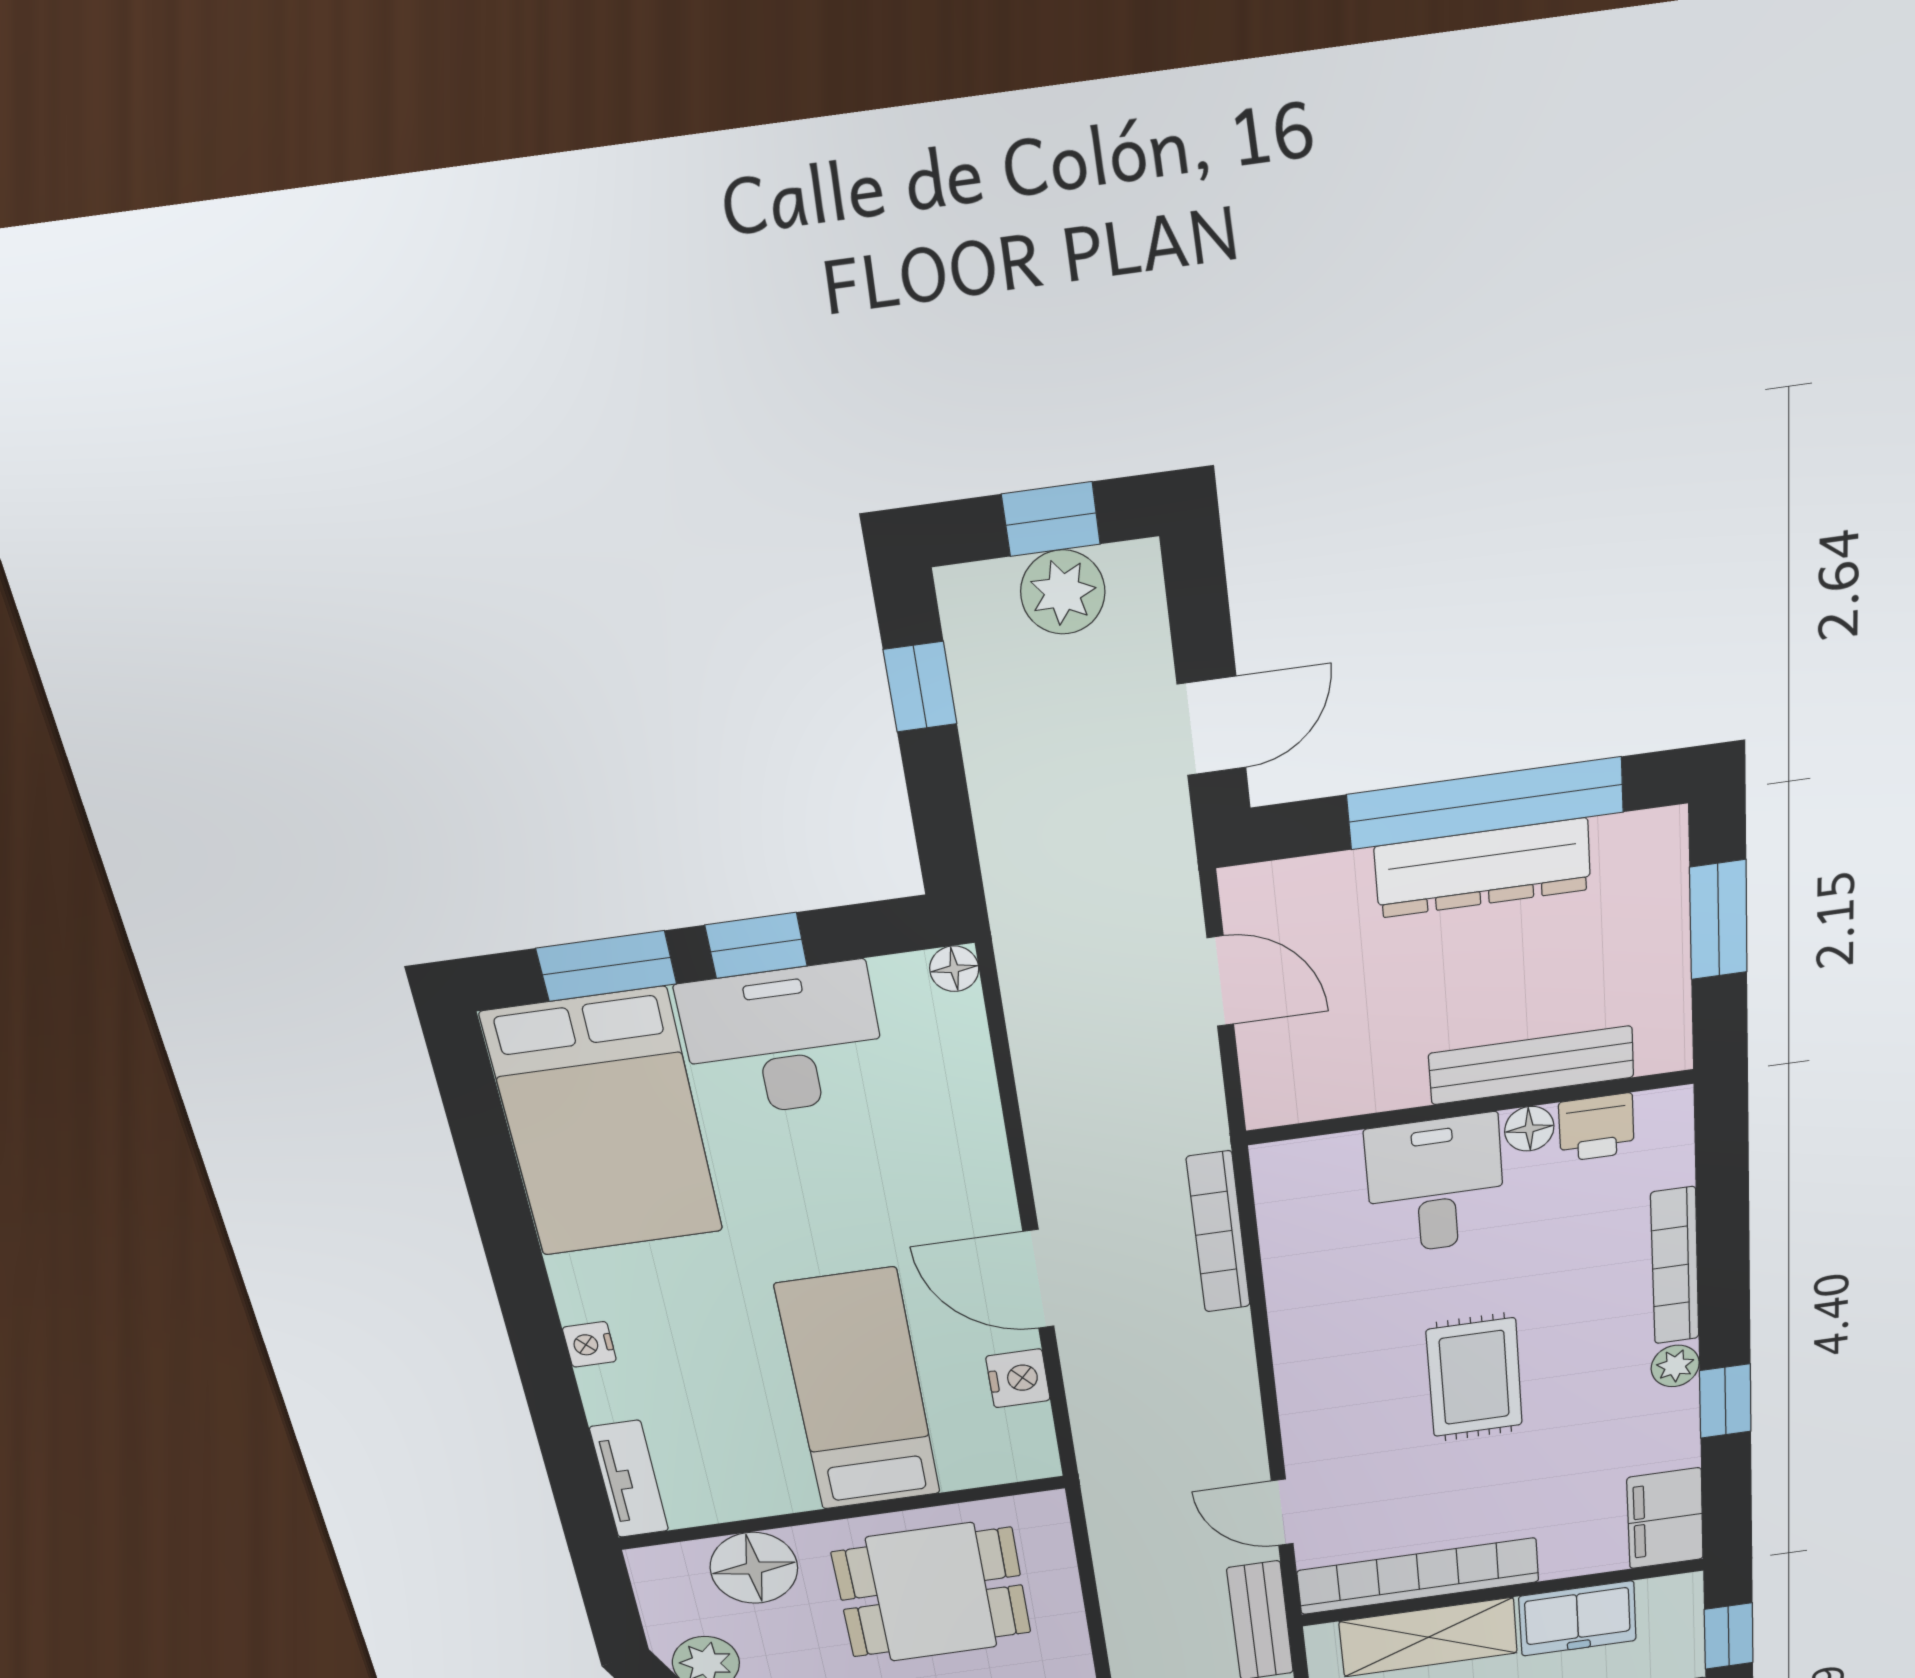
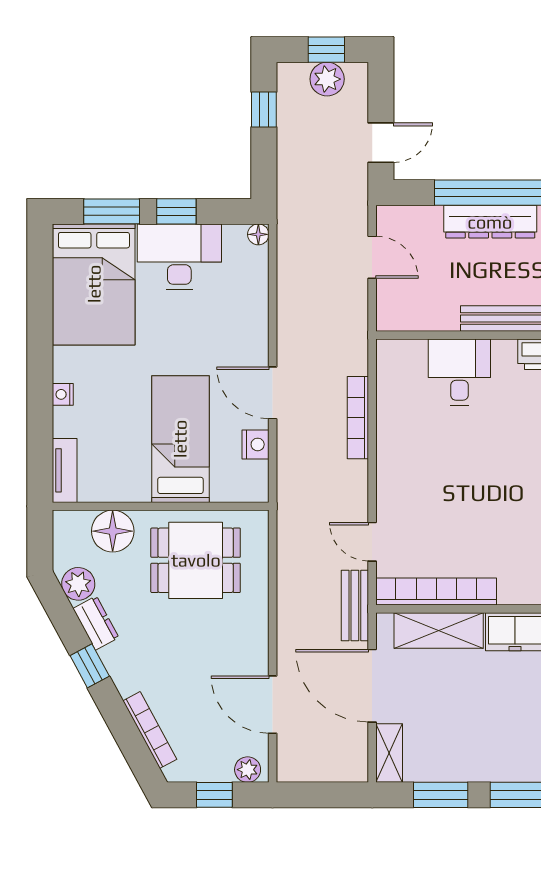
floor lamp: (1529, 1129) -> (504, 350), removed
bookcase: (1218, 1232) -> (358, 418), moved
rug: (1474, 1377) -> (471, 479), removed

